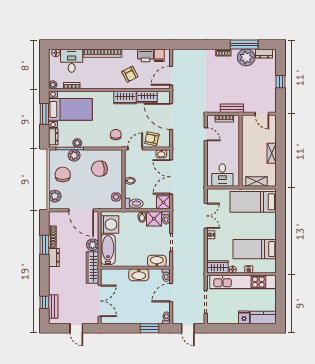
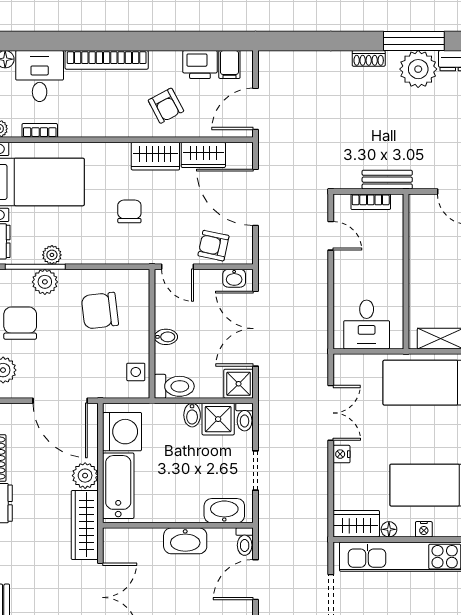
chair: (116, 135) -> (129, 211), moved
door: (135, 148) -> (178, 267), swing flipped

